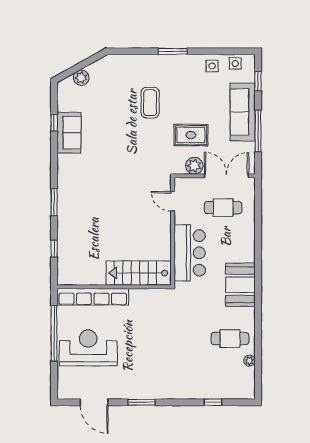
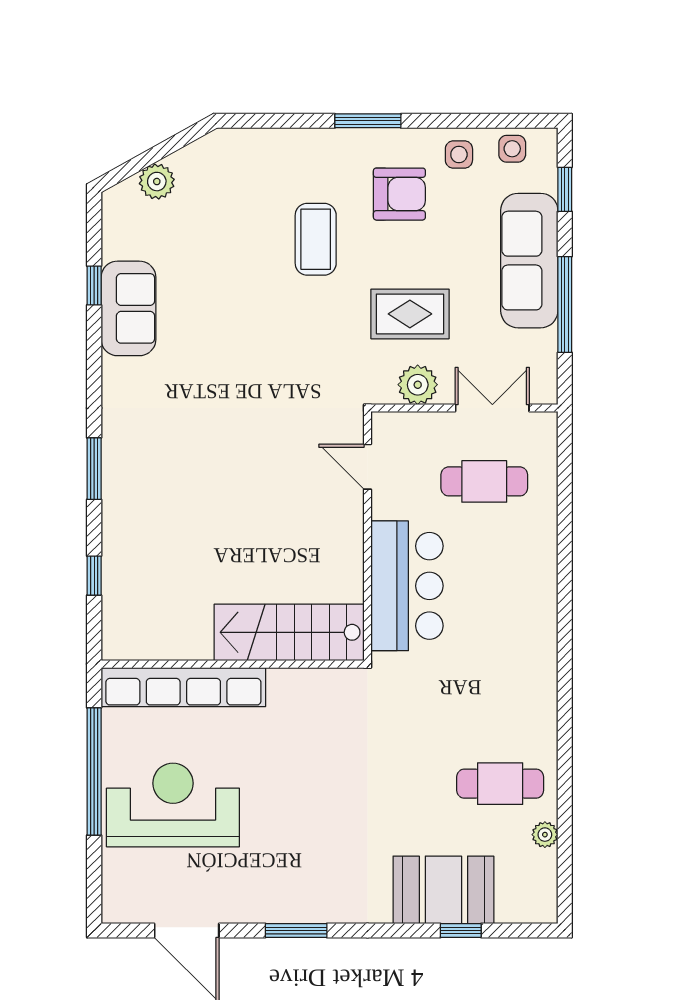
armchair: (186, 83) -> (399, 194), added
double door: (227, 176) -> (492, 408), width x0.73
booth: (240, 285) -> (443, 890), moved, turned 90

